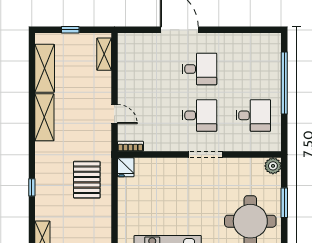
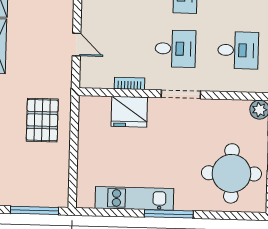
bookcase: (130, 146) -> (130, 83), moved
fridge: (126, 167) -> (129, 112), moved, width x1.88, depth x1.34

